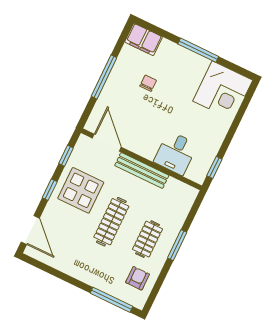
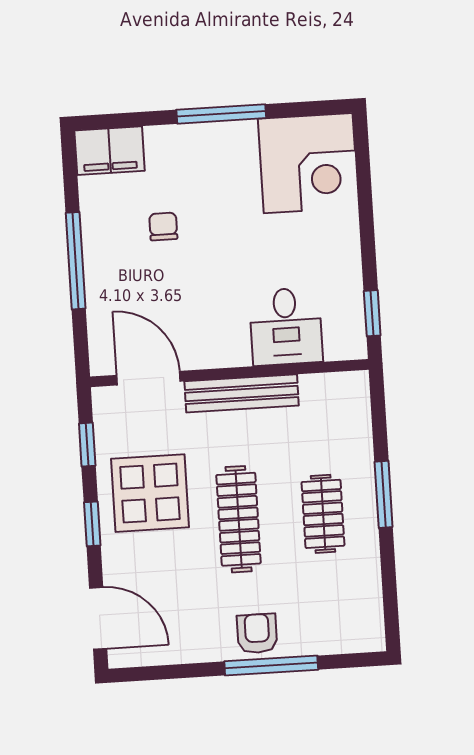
armchair: (138, 278) -> (257, 633), moved
window: (111, 300) -> (271, 666), moved

